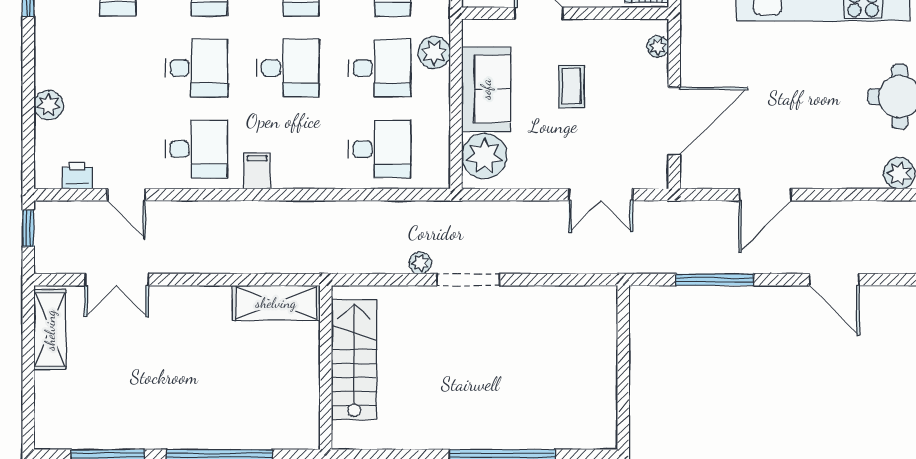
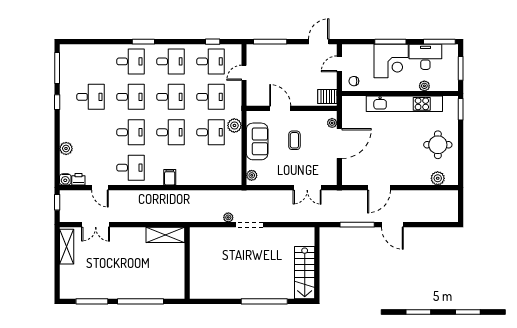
door: (674, 121) -> (339, 144), moved
desk: (380, 149) -> (211, 168), removed
plant: (484, 156) -> (252, 175), width x0.53, depth x0.53
filing cabinet: (257, 171) -> (170, 177), moved
water cooler: (47, 176) -> (65, 179), added
door: (834, 280) -> (392, 225), moved
stairs: (354, 360) -> (305, 273), moved, turned 180

